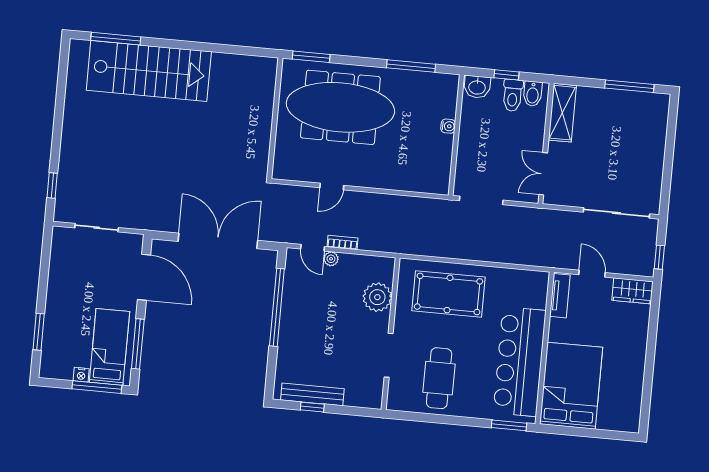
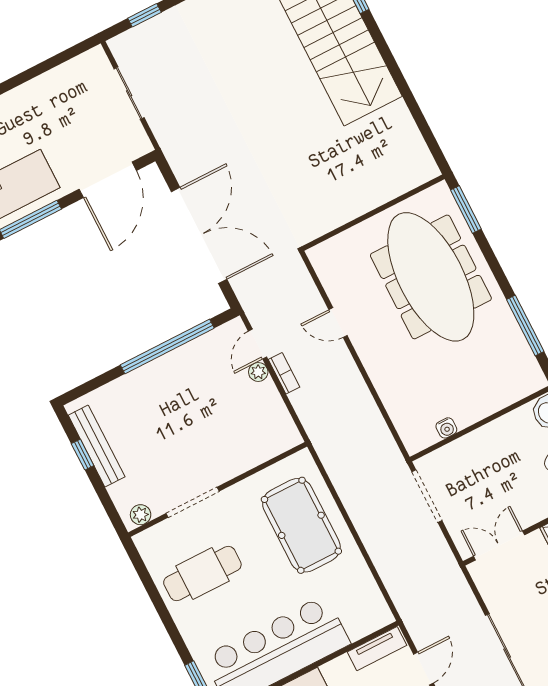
water cooler: (448, 126) -> (446, 428), moved
plant: (377, 297) -> (141, 515), moved, width x0.53, depth x0.53

